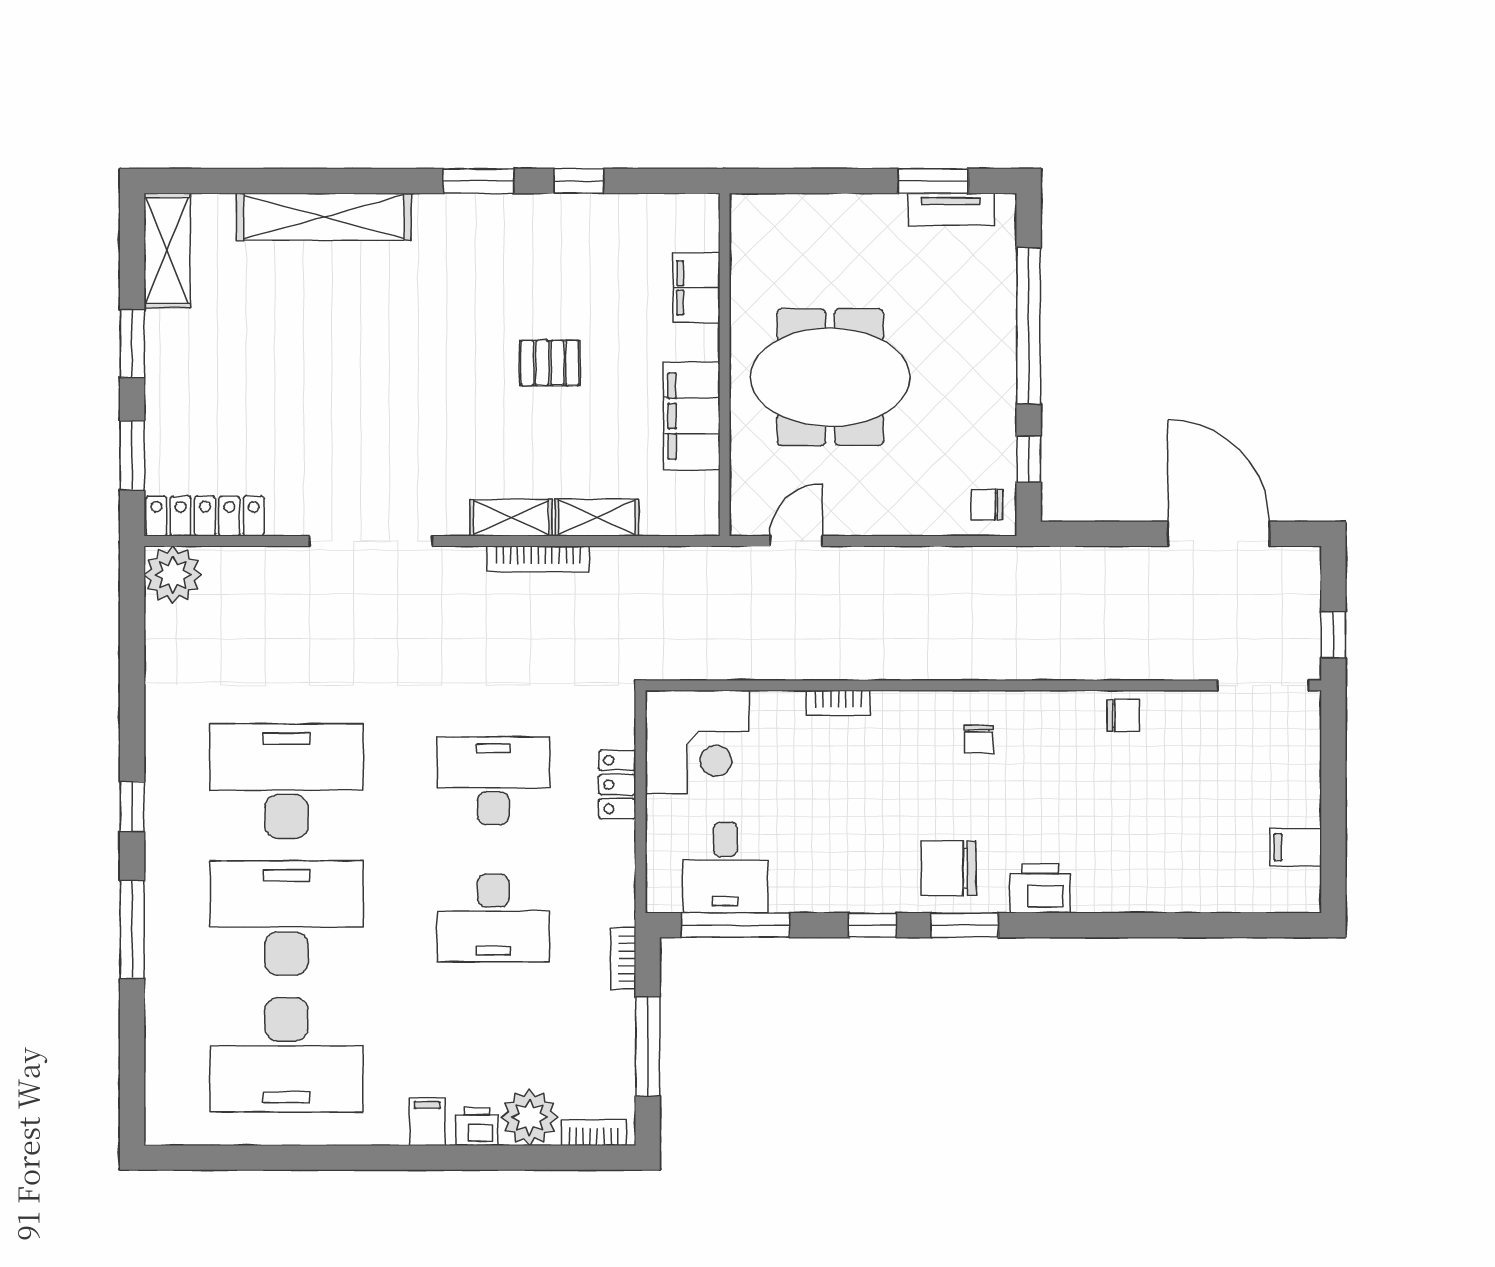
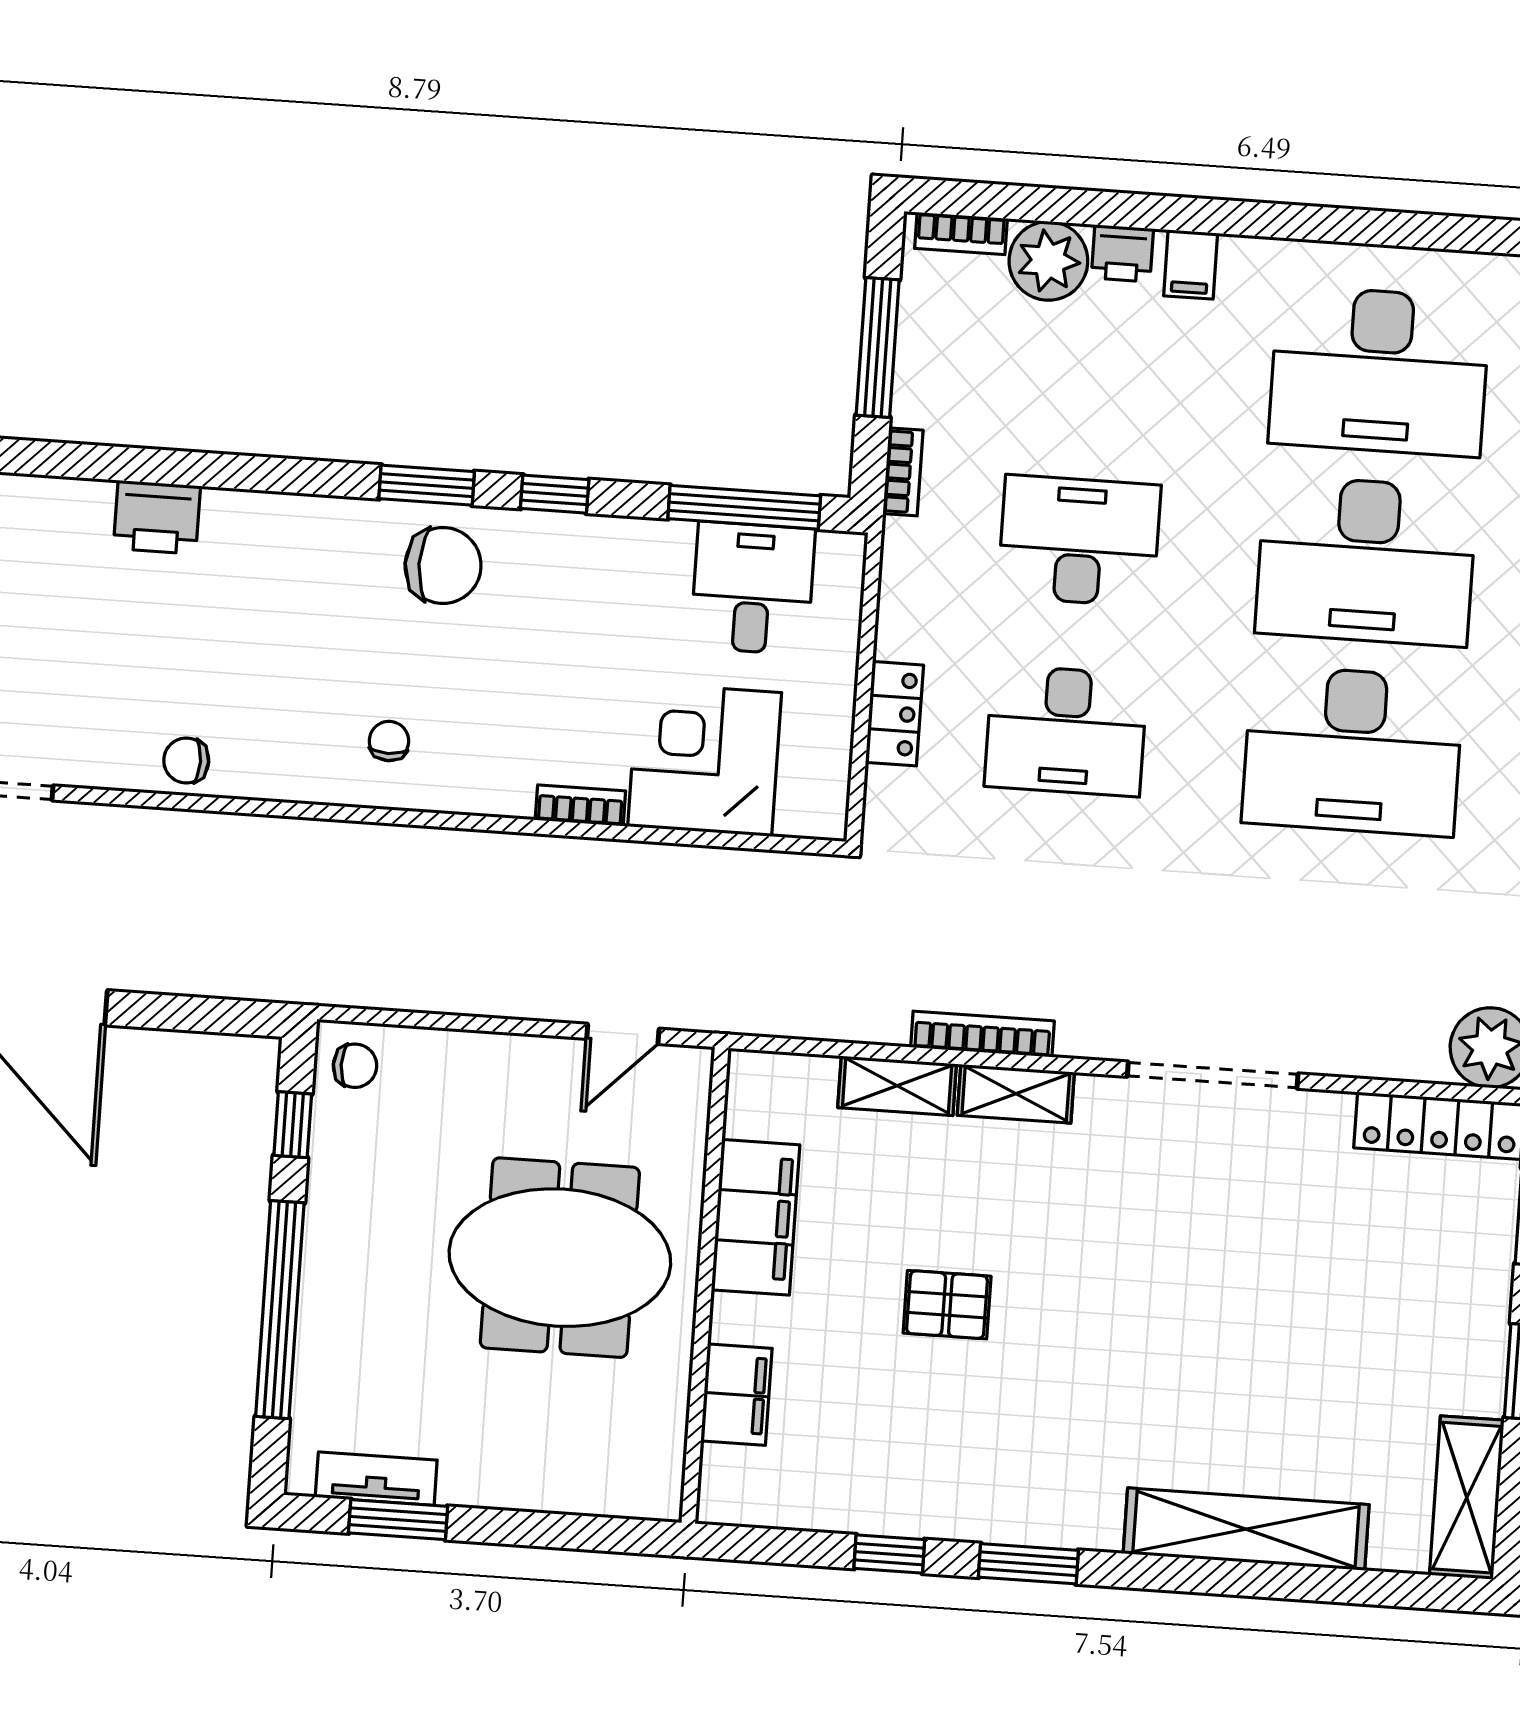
corner desk: (697, 742) -> (705, 759), moved
printer: (1040, 888) -> (157, 517), moved
desk: (286, 1055) -> (1379, 371), turned 180

